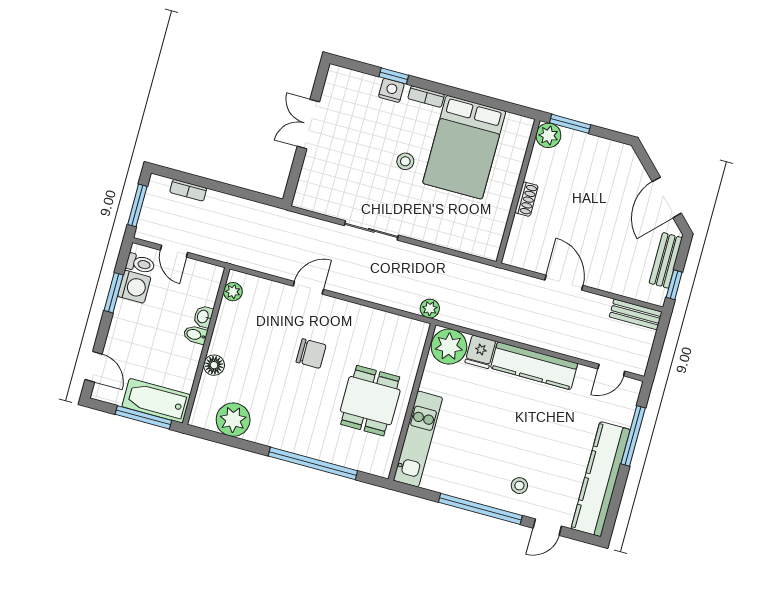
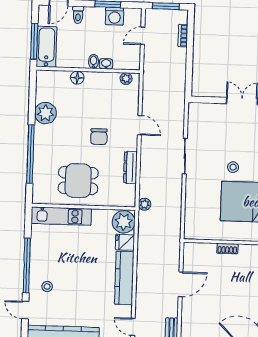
toilet: (140, 264) -> (78, 15), moved
dresser: (369, 317) -> (130, 167), added
plant: (233, 420) -> (45, 113), moved

